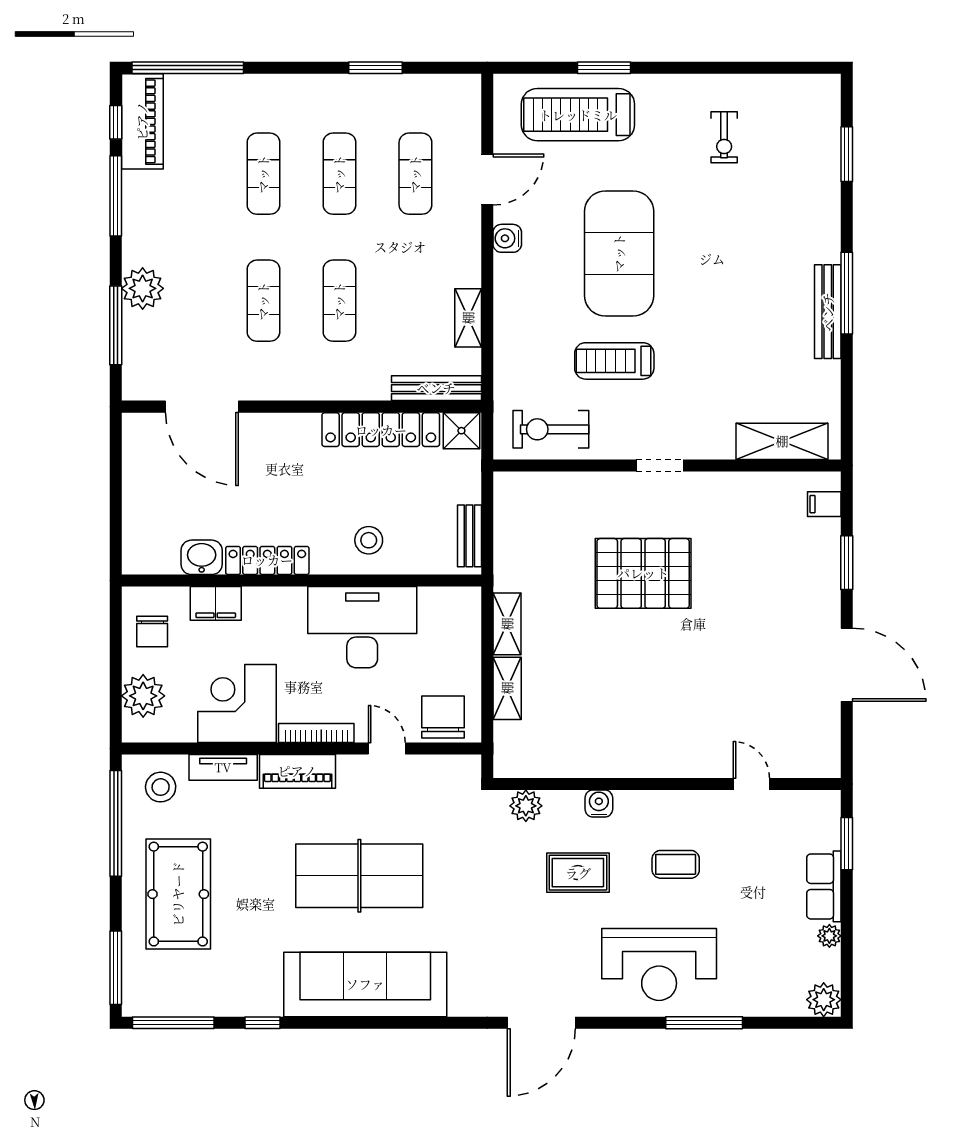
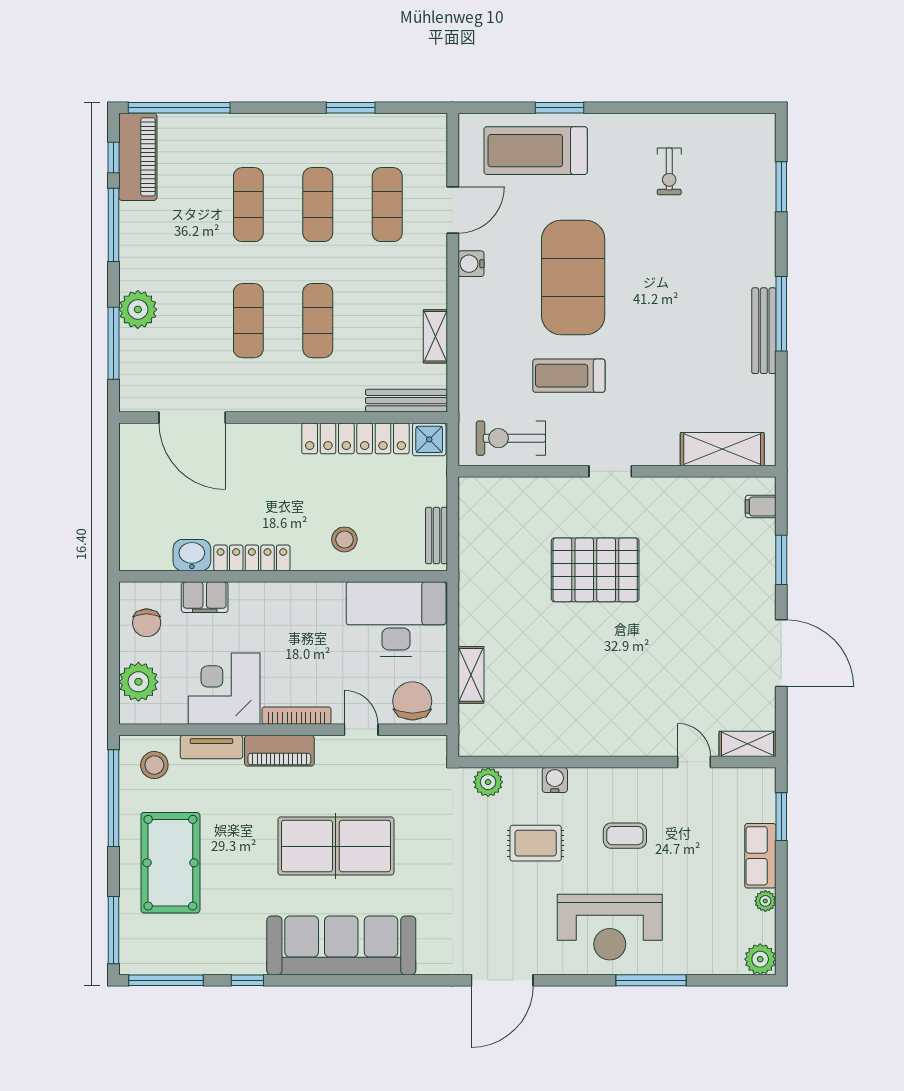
shelving: (507, 624) -> (747, 744), moved, turned 90
desk: (362, 627) -> (396, 619), moved

